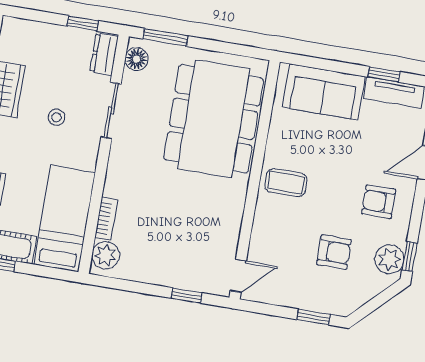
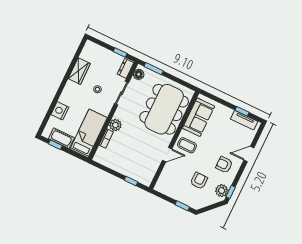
sofa: (324, 92) -> (199, 117), moved, turned -90
armchair: (334, 252) -> (199, 181), turned -90
plant: (106, 255) -> (115, 125), moved
door: (238, 276) -> (167, 155), moved

